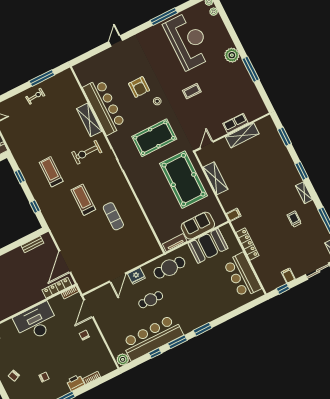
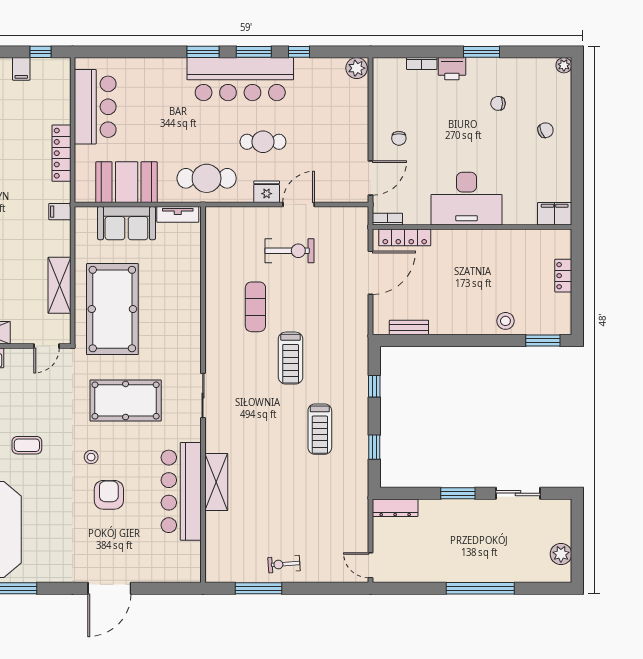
door: (116, 41) -> (109, 588), width x1.88
exercise bike: (87, 152) -> (289, 251), moved
bar counter: (152, 338) -> (240, 79), moved

